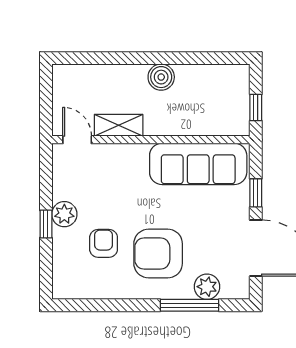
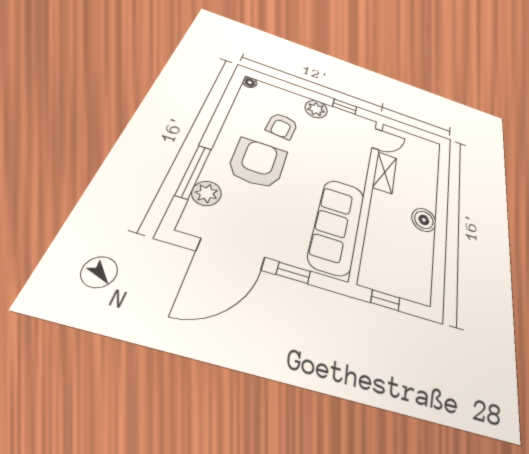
window: (46, 224) -> (345, 107), moved
armchair: (104, 243) -> (282, 126), turned 96
floor lamp: (59, 292) -> (250, 82), added

